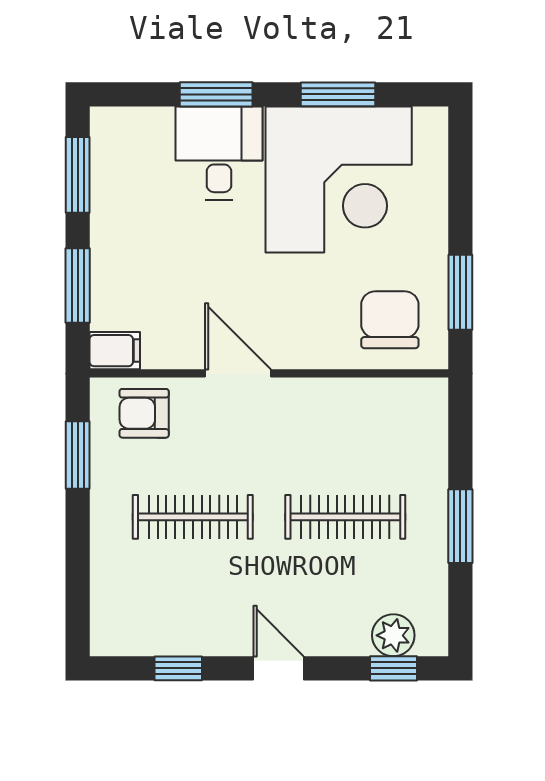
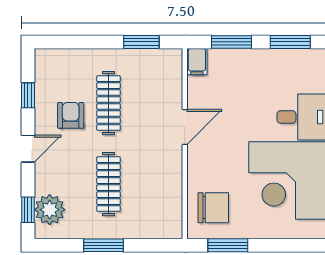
armchair: (144, 413) -> (71, 115), moved
plant: (393, 635) -> (50, 210), width x1.36, depth x1.36

